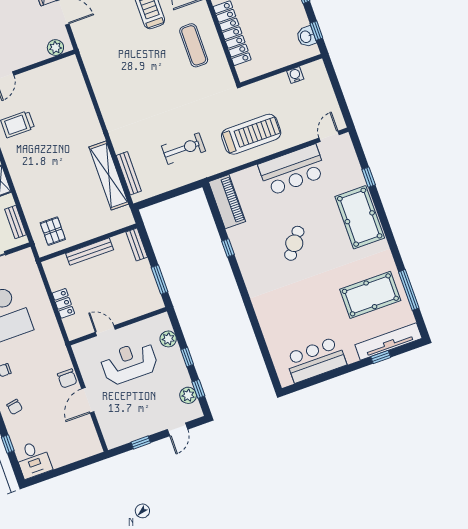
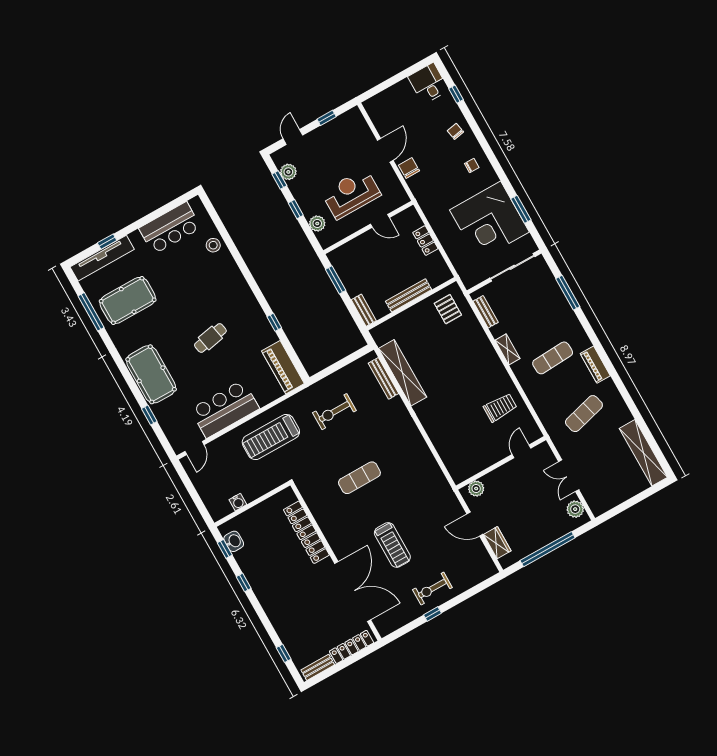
exercise mat: (194, 45) -> (359, 478), moved, turned 90
cafe table: (294, 243) -> (210, 338), turned 42
stool: (276, 335) -> (213, 245), added
reception desk: (129, 363) -> (351, 194), turned 180

